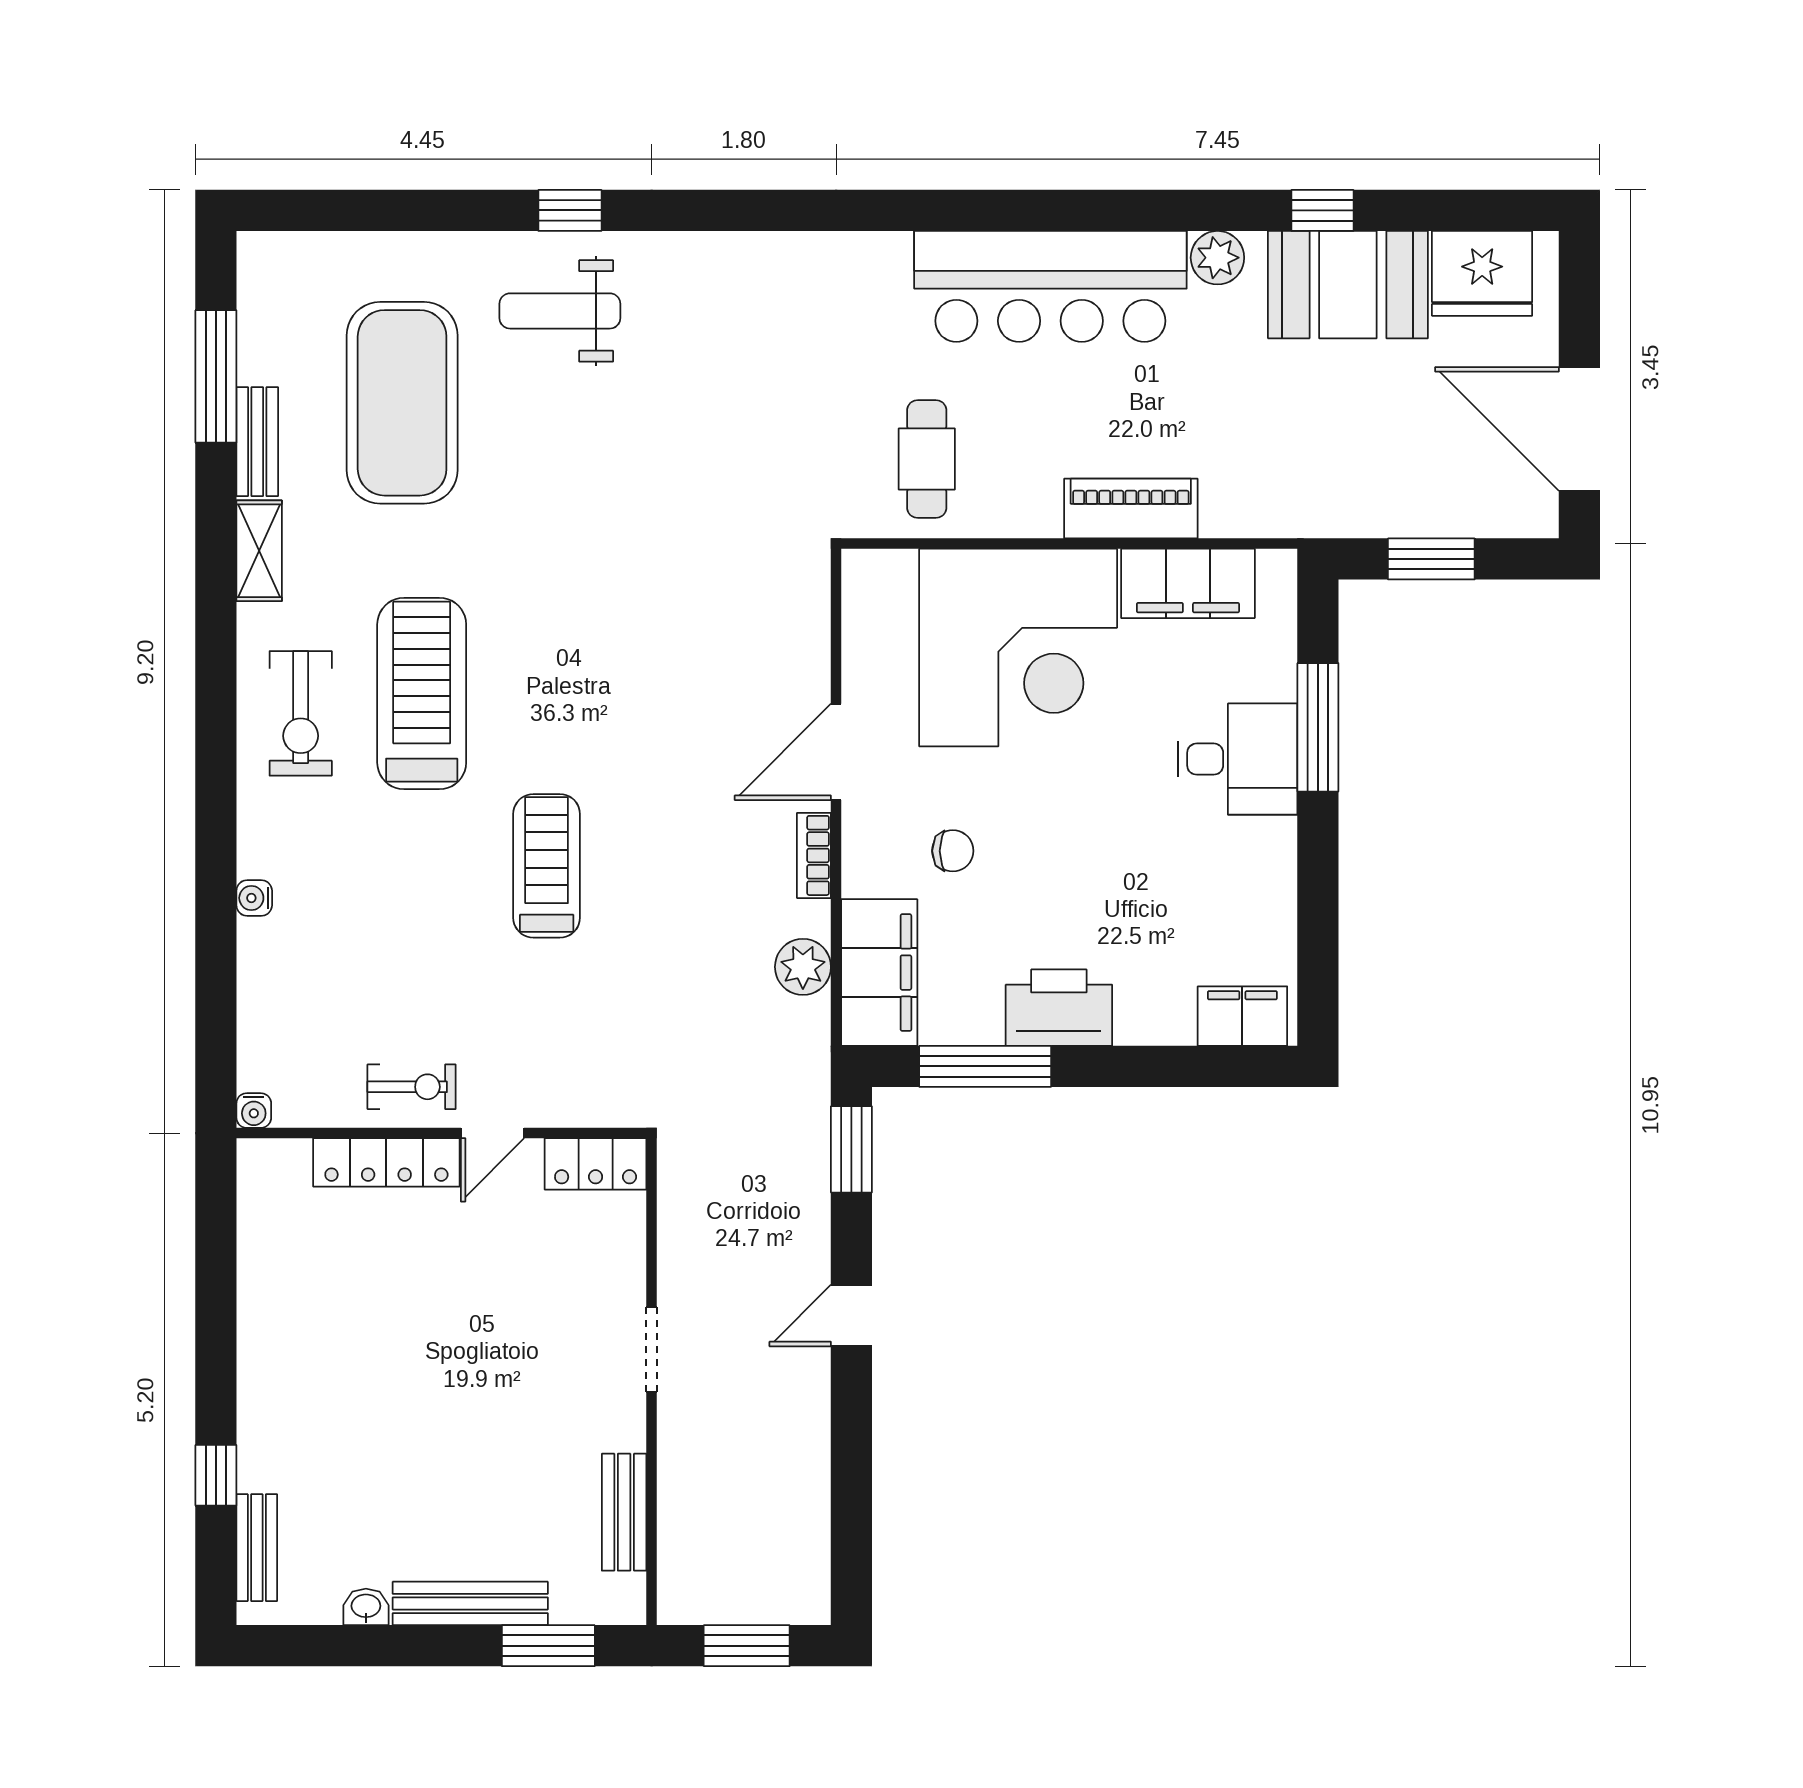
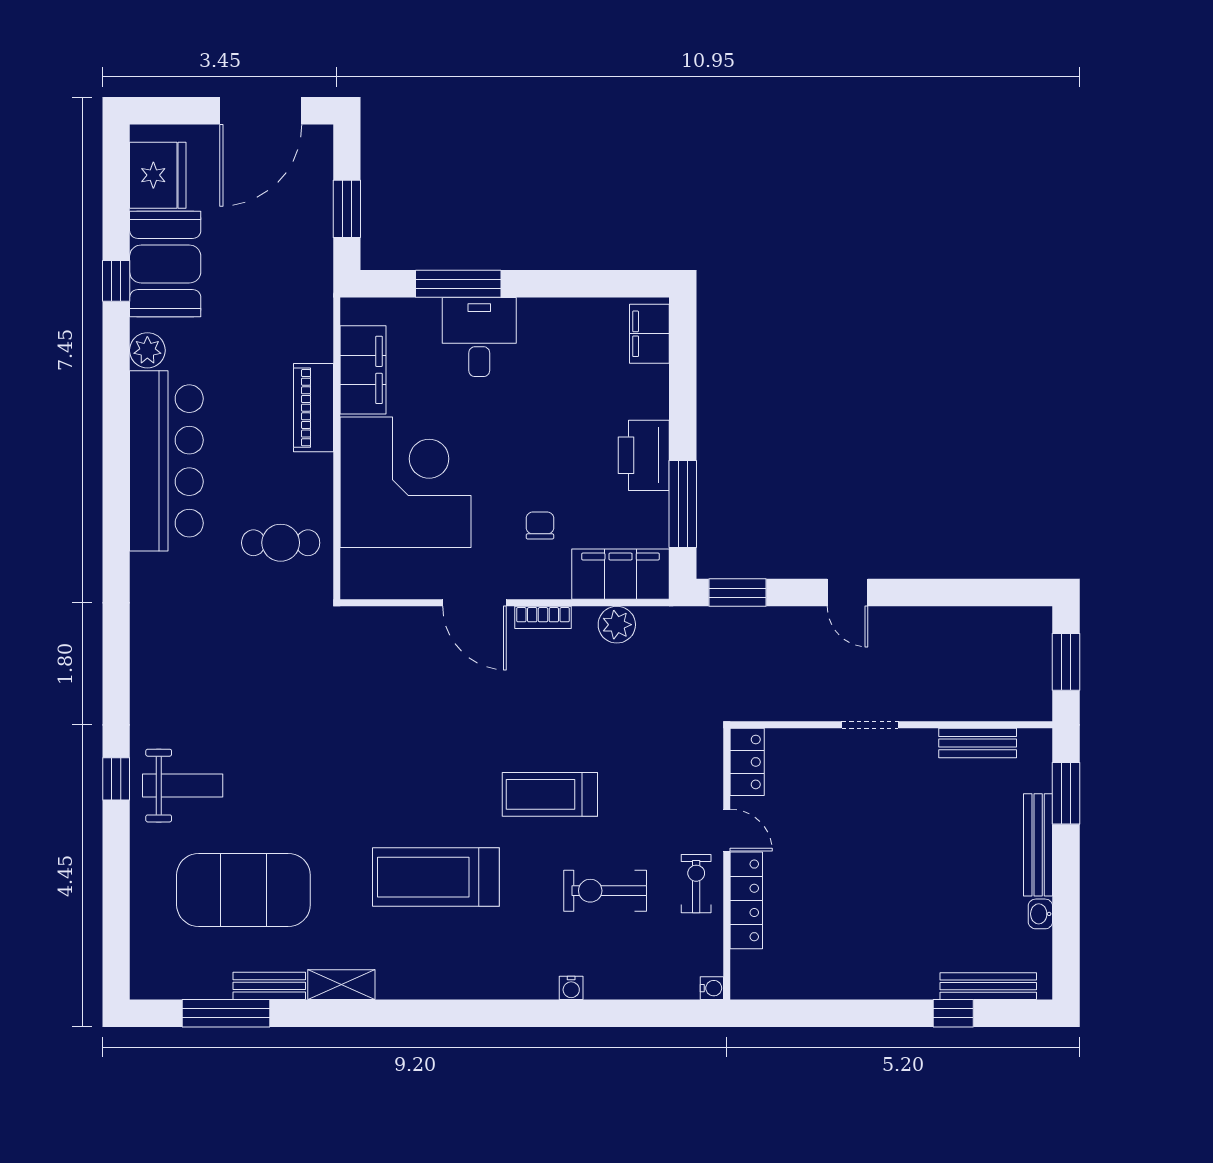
weight bench: (560, 311) -> (183, 786), turned -90
exercise bike: (301, 713) -> (605, 891), moved, turned 180
bench: (257, 1548) -> (988, 986), width x1.36

